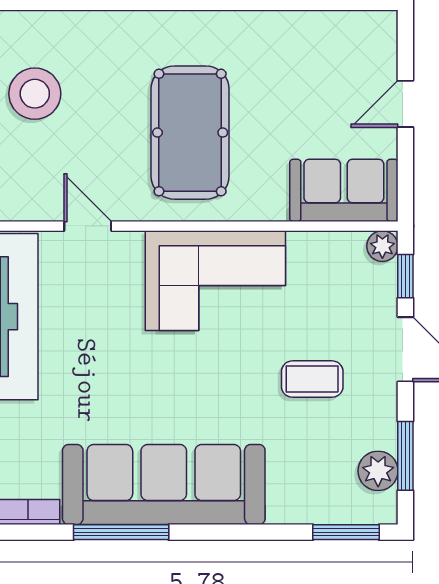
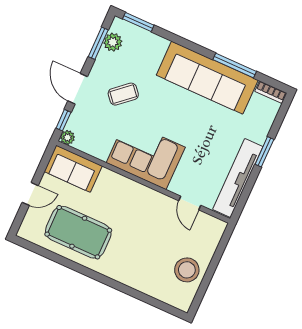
pool table: (190, 133) -> (78, 232), moved, turned 90
coffee table: (312, 379) -> (123, 94), turned -41

